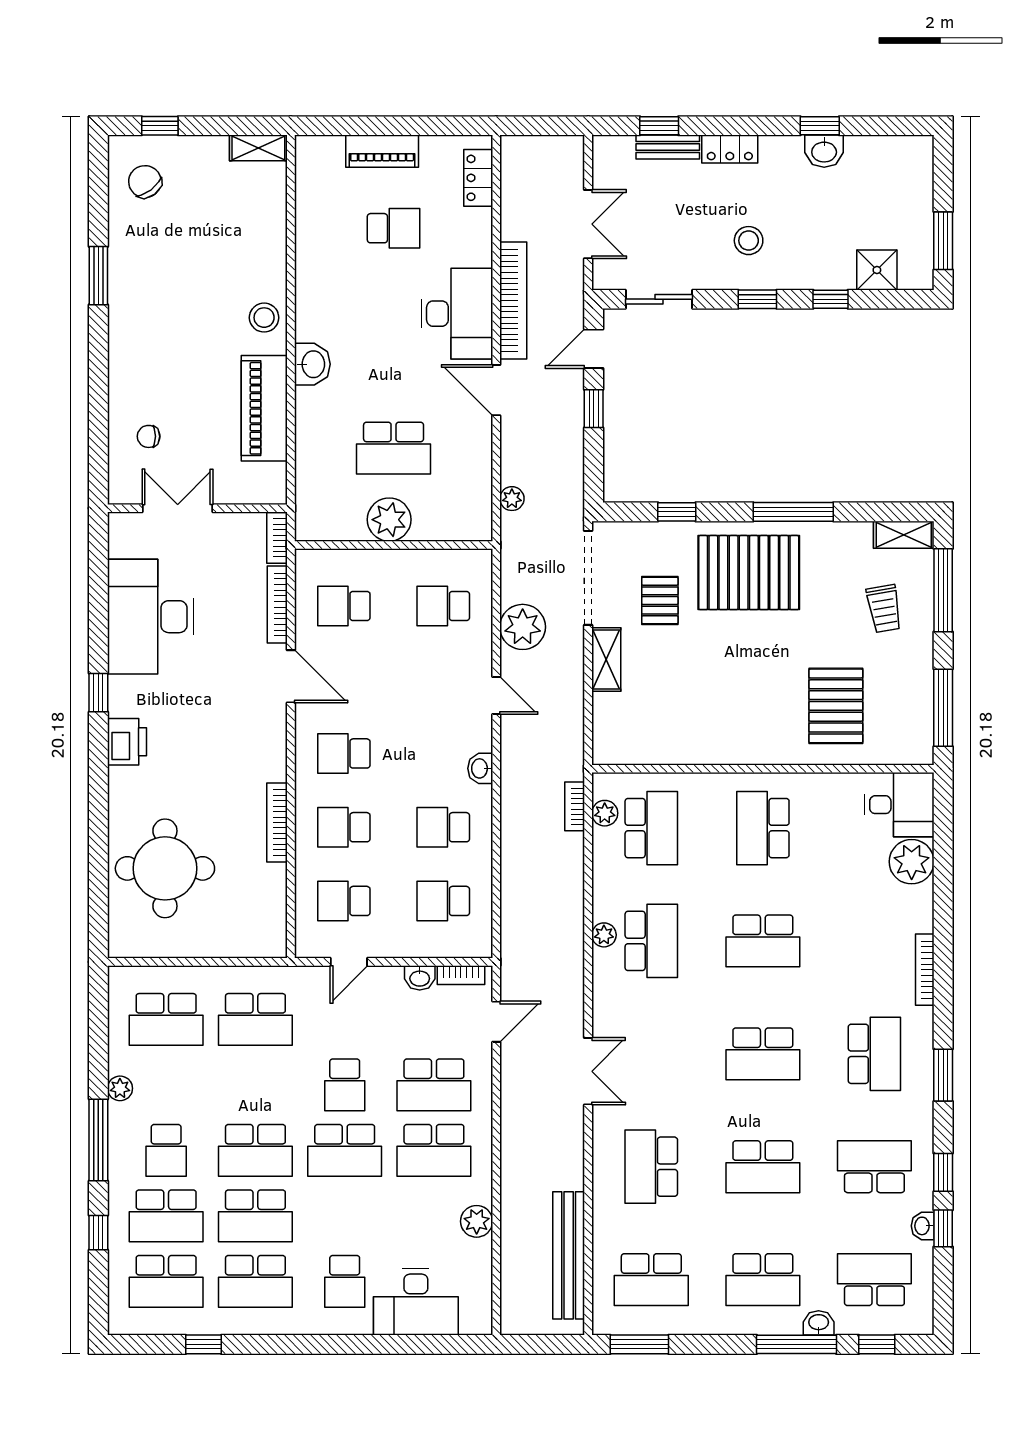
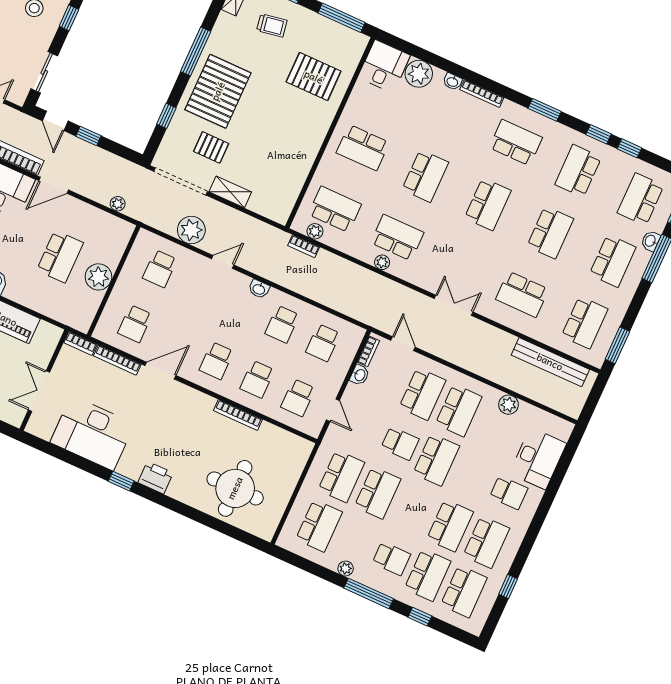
school desk: (255, 1150) -> (378, 493), moved
washbasin: (923, 1226) -> (452, 82), moved

